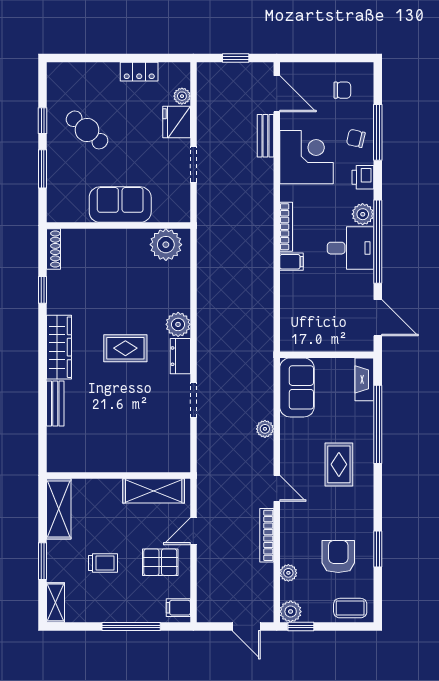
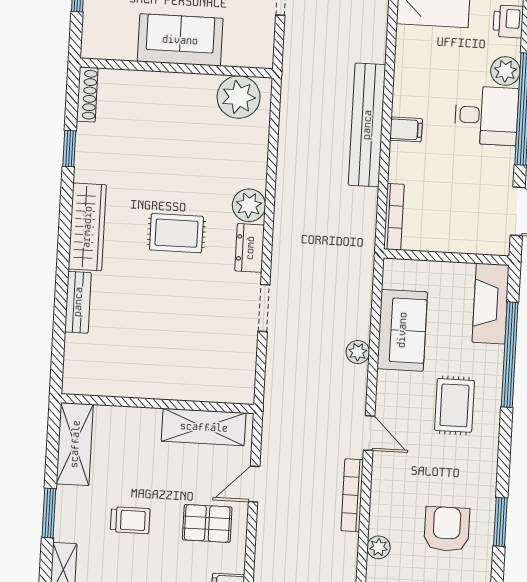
bookcase: (286, 227) -> (394, 217), moved
bench: (262, 260) -> (367, 125), added
fireplace: (364, 379) -> (491, 304), width x1.37, depth x1.32
sofa: (297, 387) -> (402, 330), moved

